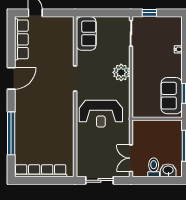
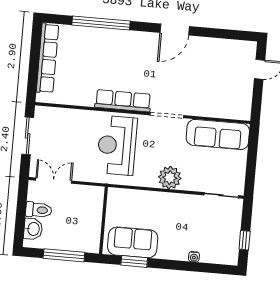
window: (149, 13) -> (245, 240), moved
sofa: (86, 33) -> (218, 134), width x1.36
row of seats: (21, 39) -> (123, 101), moved, turned 180
door: (11, 78) -> (175, 30), hinge flipped

